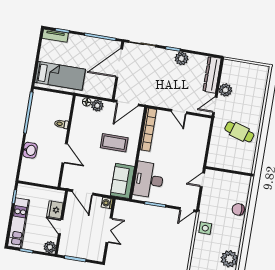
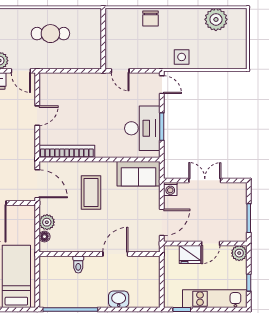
cafe table: (239, 132) -> (50, 34), turned 73
desk: (149, 180) -> (142, 128), moved, turned -90

